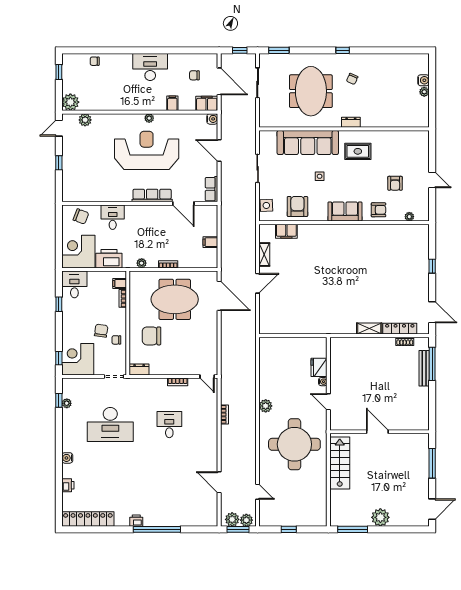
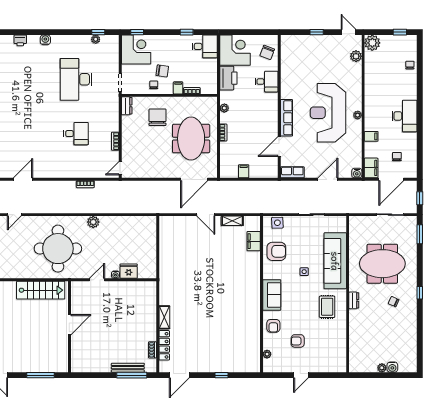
reception desk: (147, 150) -> (328, 113), turned 180
filing cabinet: (120, 283) -> (178, 88), moved

